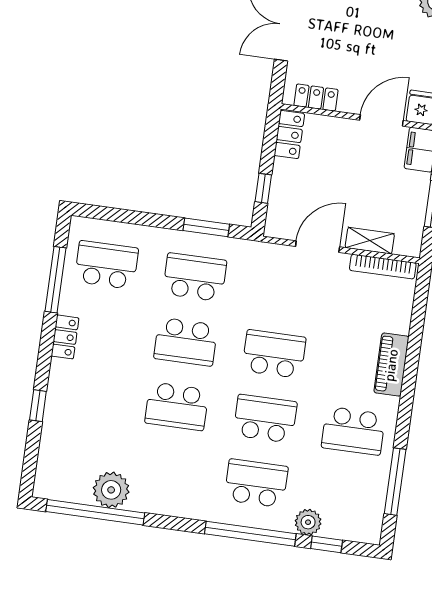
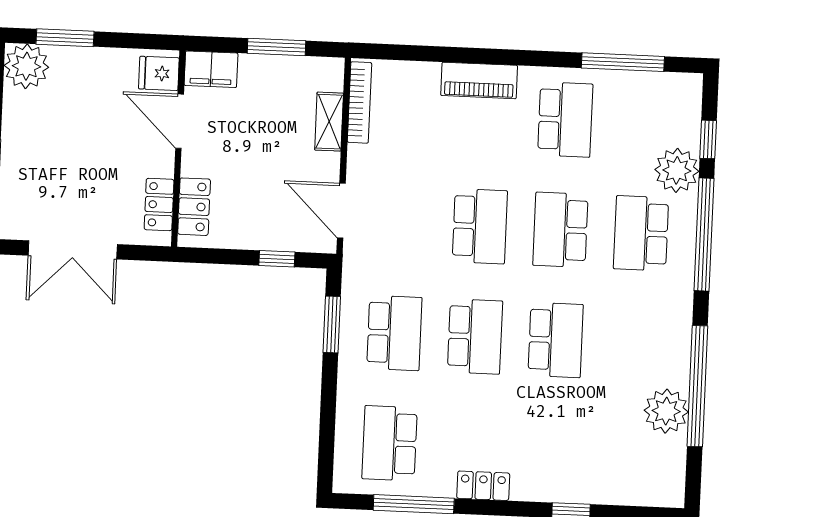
locker: (289, 135) -> (194, 207), moved, turned 90
door: (318, 247) -> (341, 211), moved
school desk: (195, 277) -> (394, 333), turned 180
school desk: (274, 354) -> (480, 226), turned 180
window: (95, 512) -> (697, 386), moved
plant: (308, 522) -> (677, 170), width x1.36, depth x1.36

